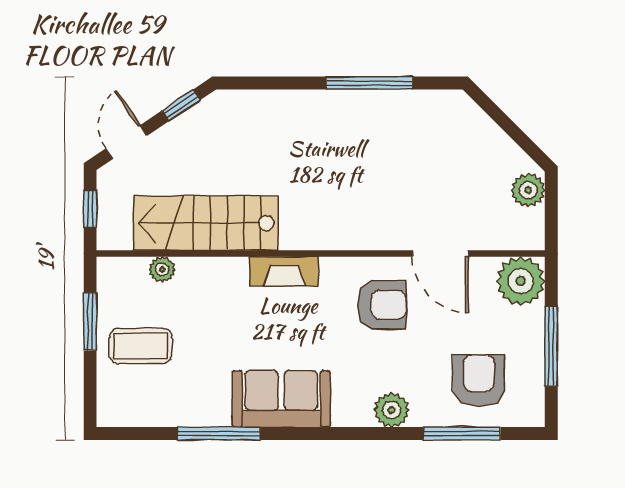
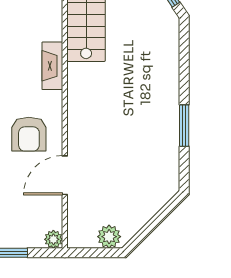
window: (369, 83) -> (184, 126), width x0.69
plant: (521, 281) -> (53, 239), width x0.53, depth x0.53

